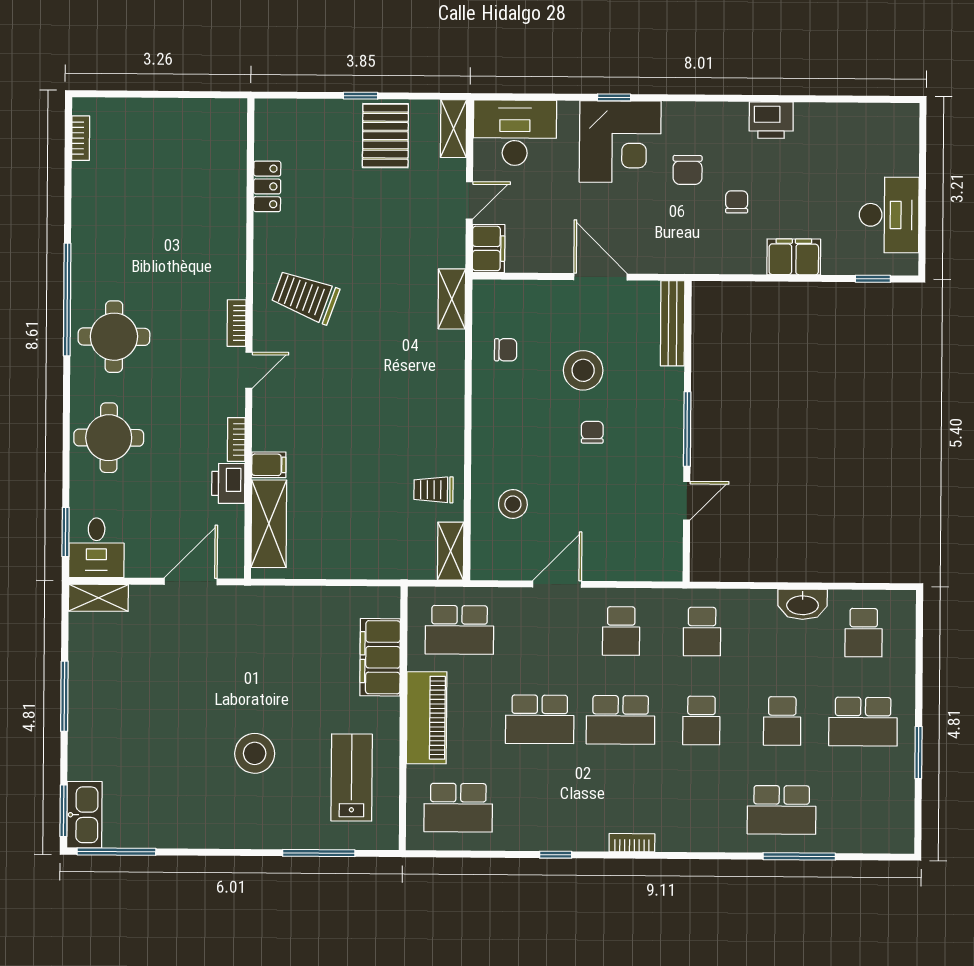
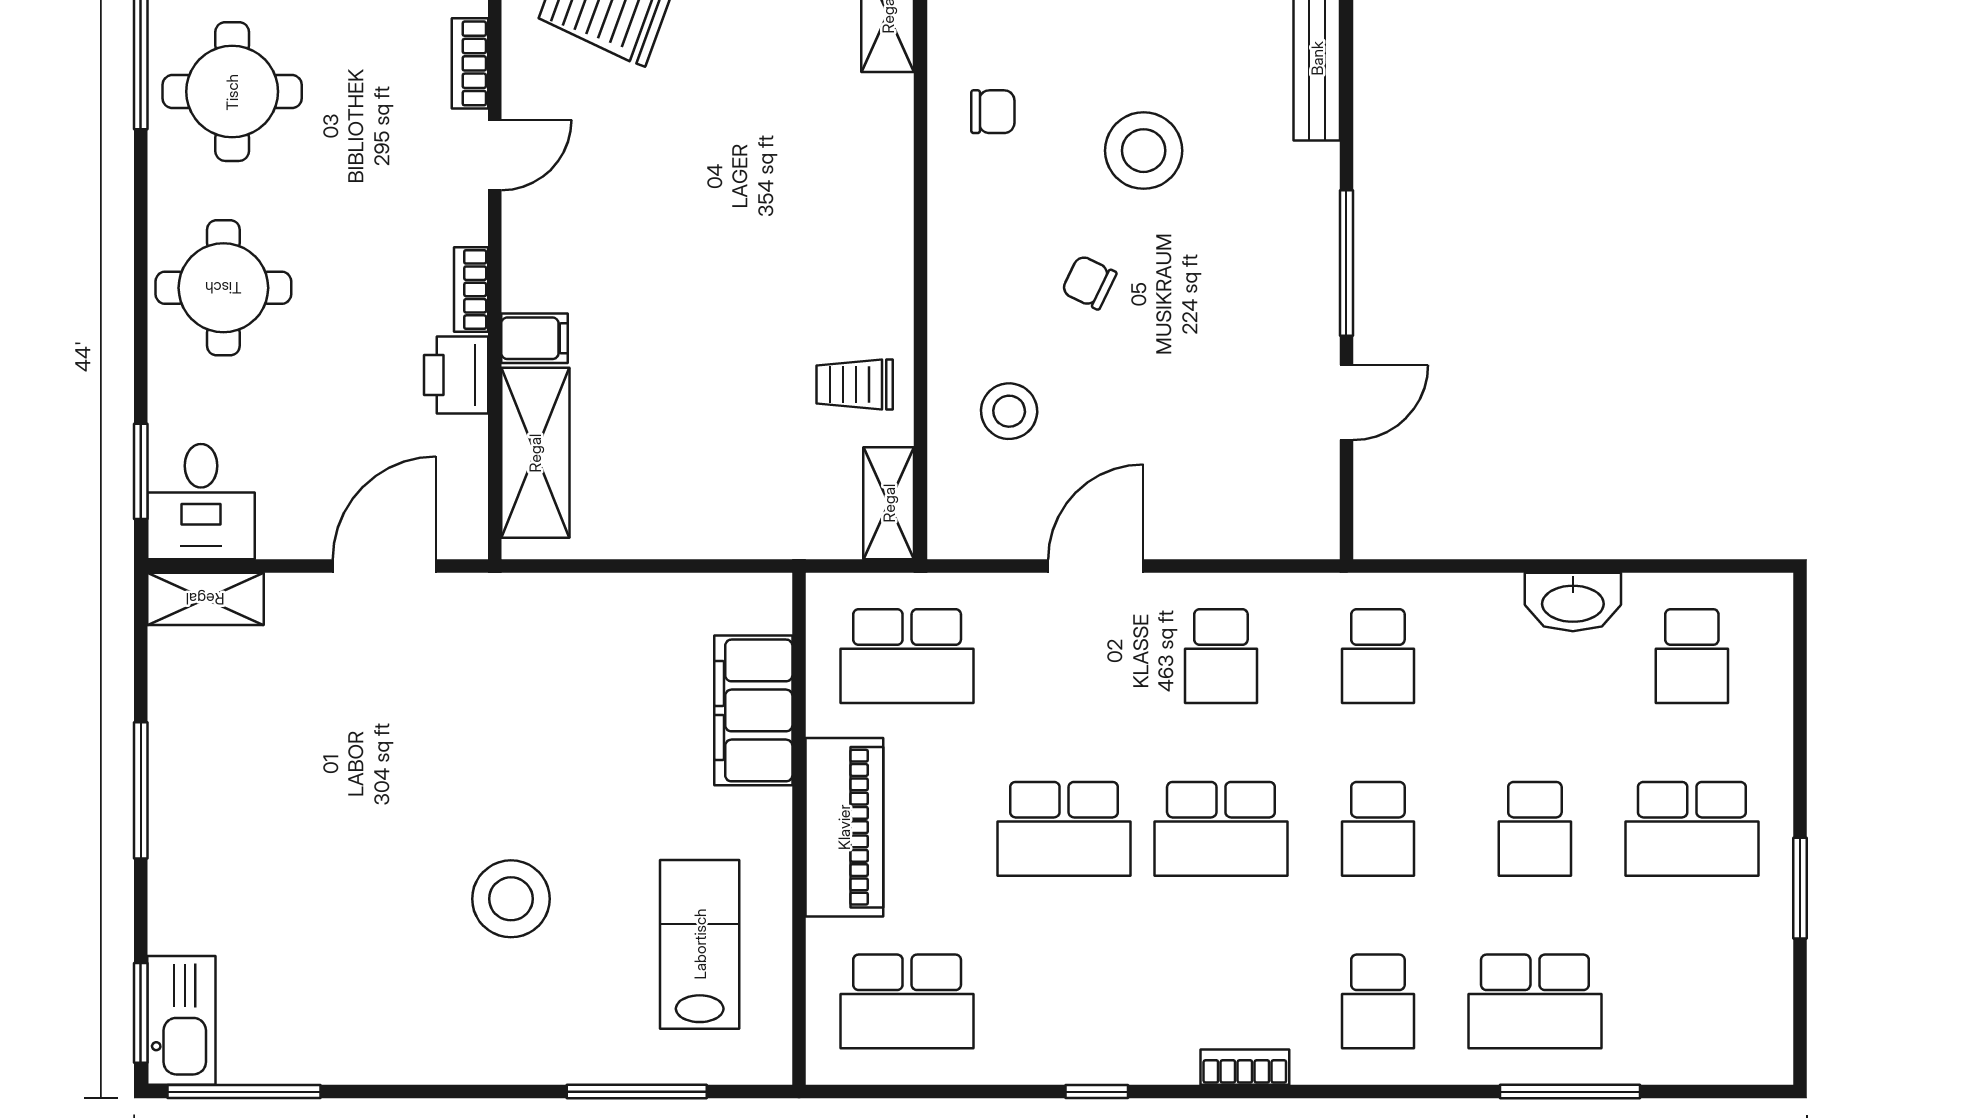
chair: (592, 432) -> (1089, 282), moved, turned -64
school desk: (701, 809) -> (1378, 1001), added

